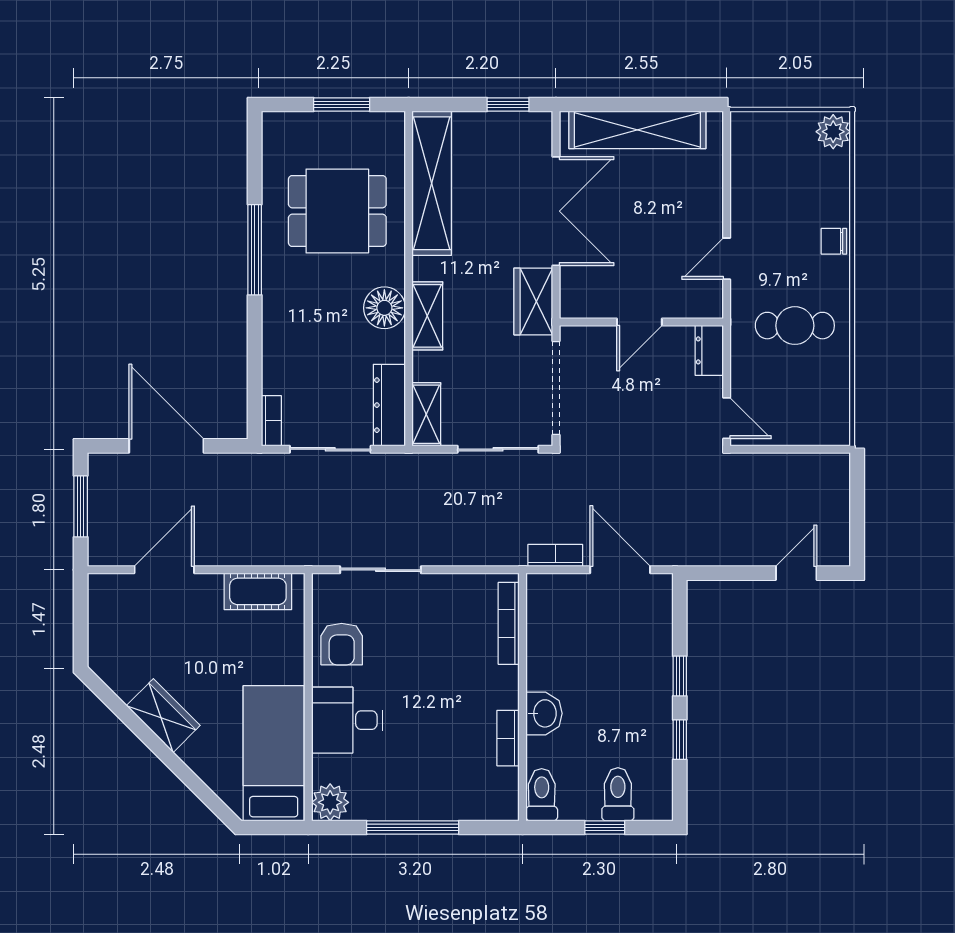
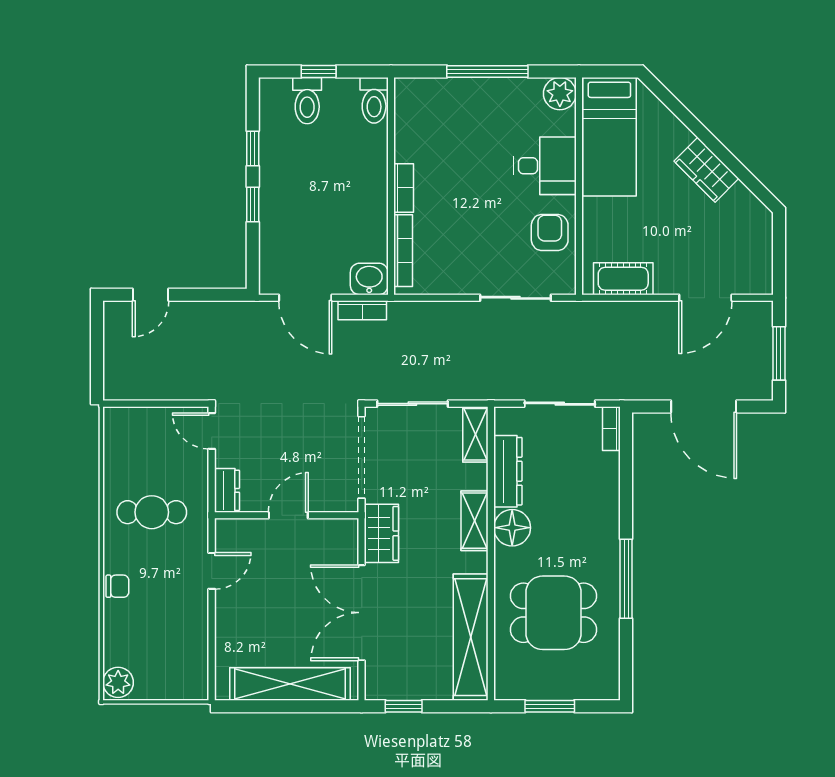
dresser: (389, 405) -> (508, 471), moved
washbasin: (544, 713) -> (369, 279), moved, turned 90
bookcase: (508, 738) -> (404, 188), moved

